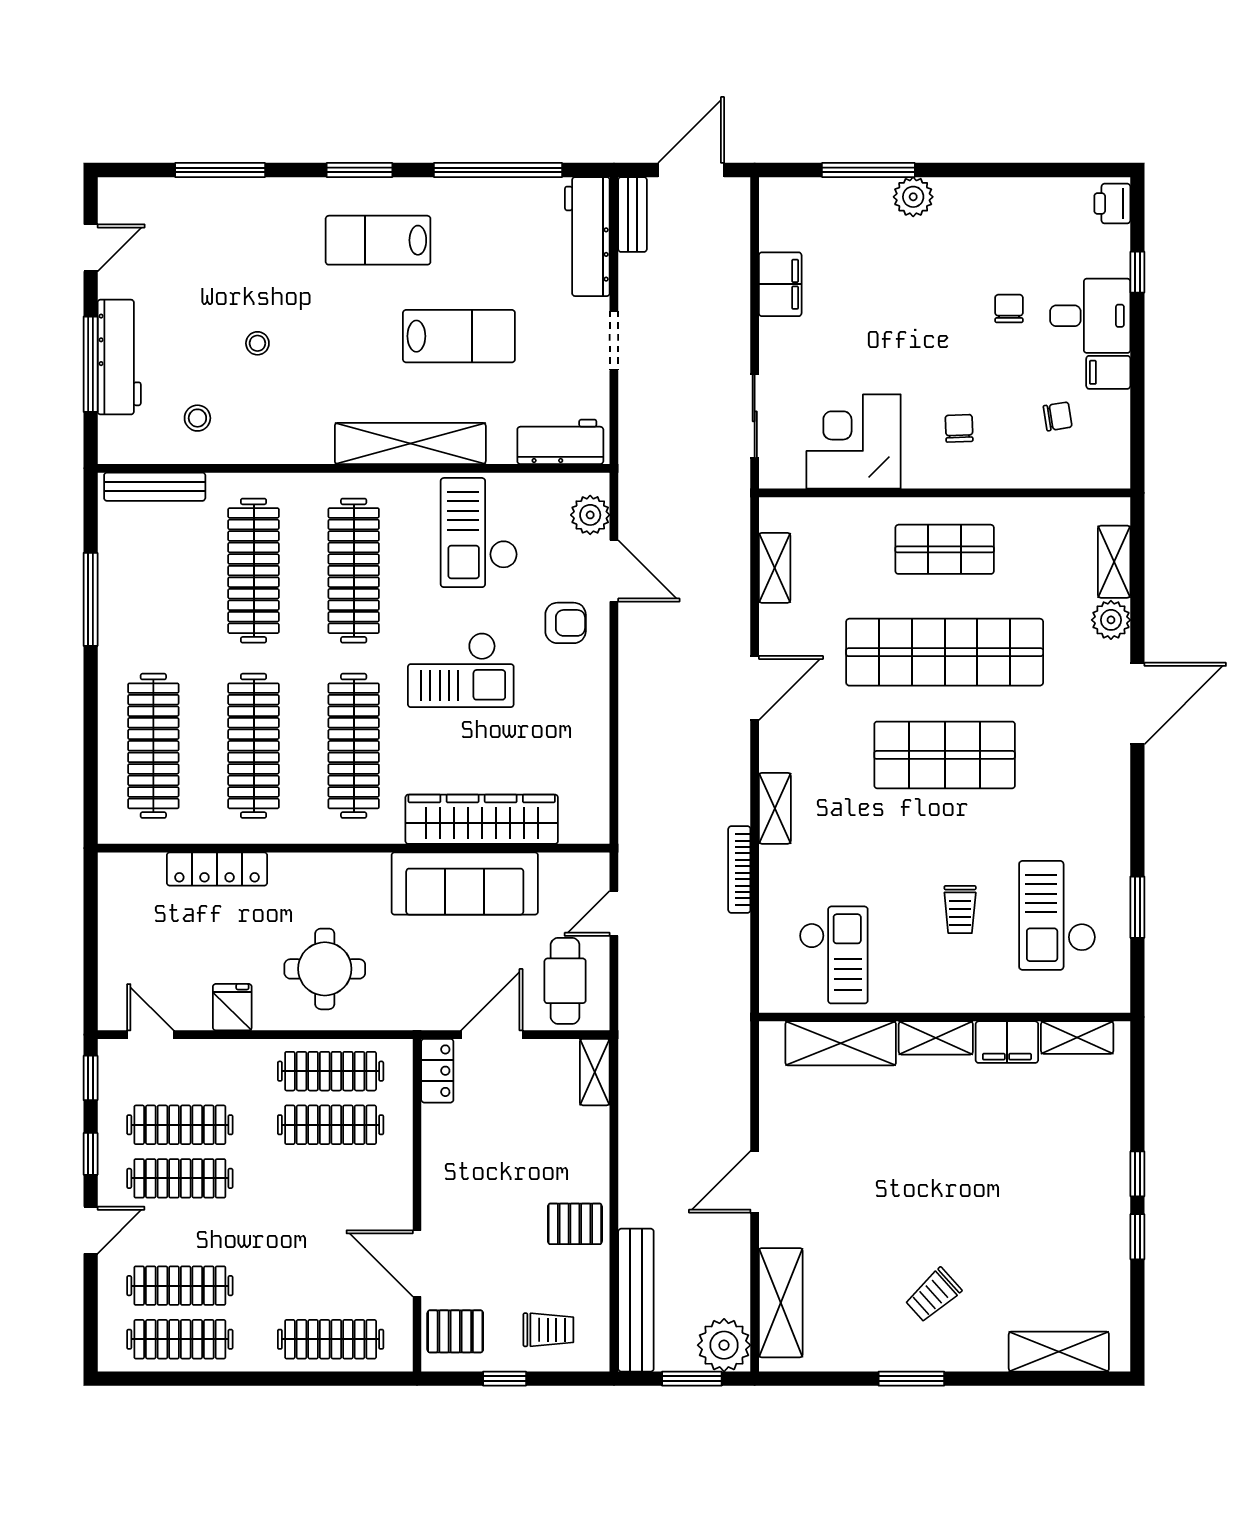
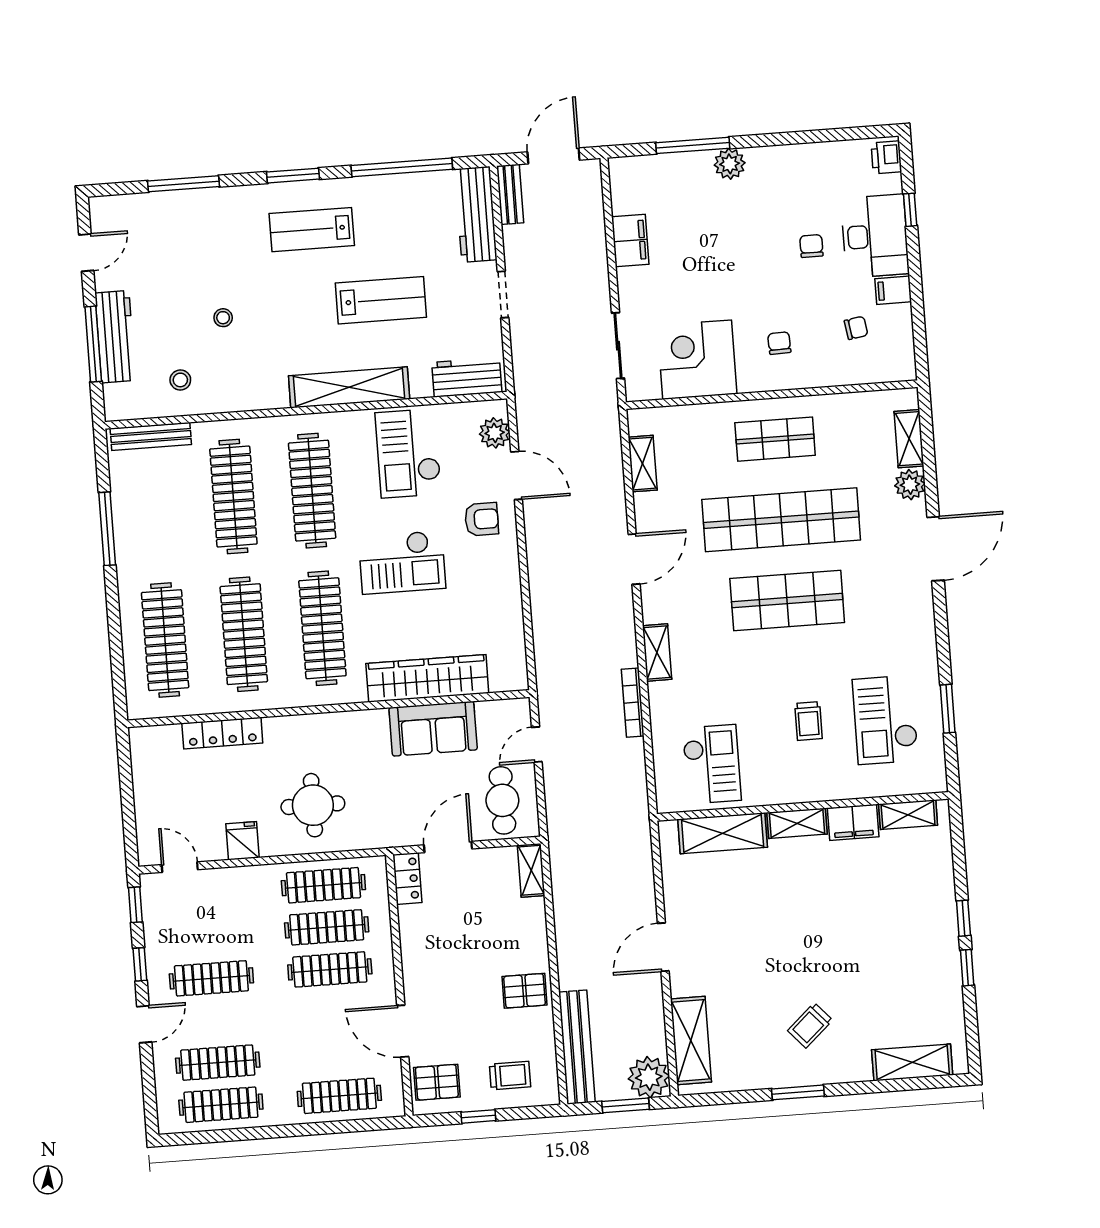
desk: (1090, 316) -> (875, 236), width x1.37
sofa: (465, 884) -> (433, 729), width x0.73
clothes rail: (180, 1125) -> (330, 969), moved

